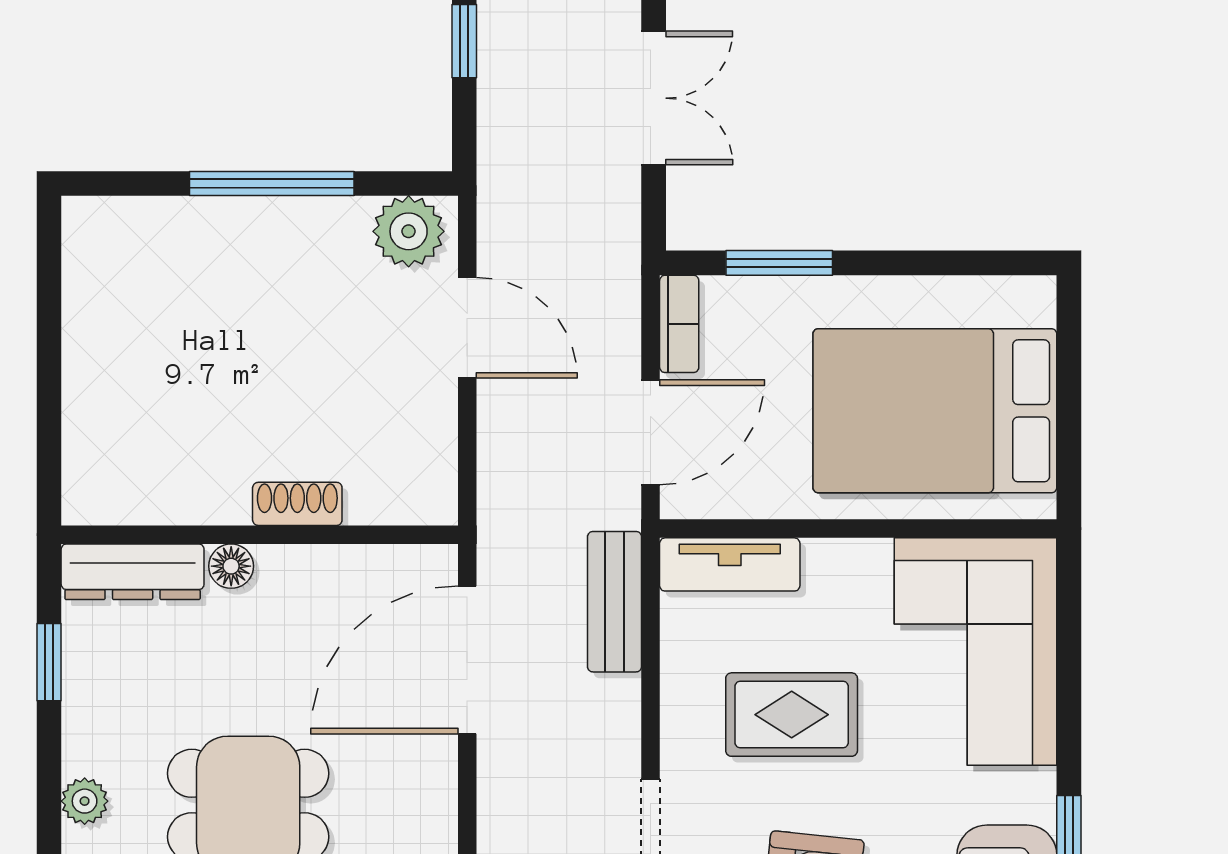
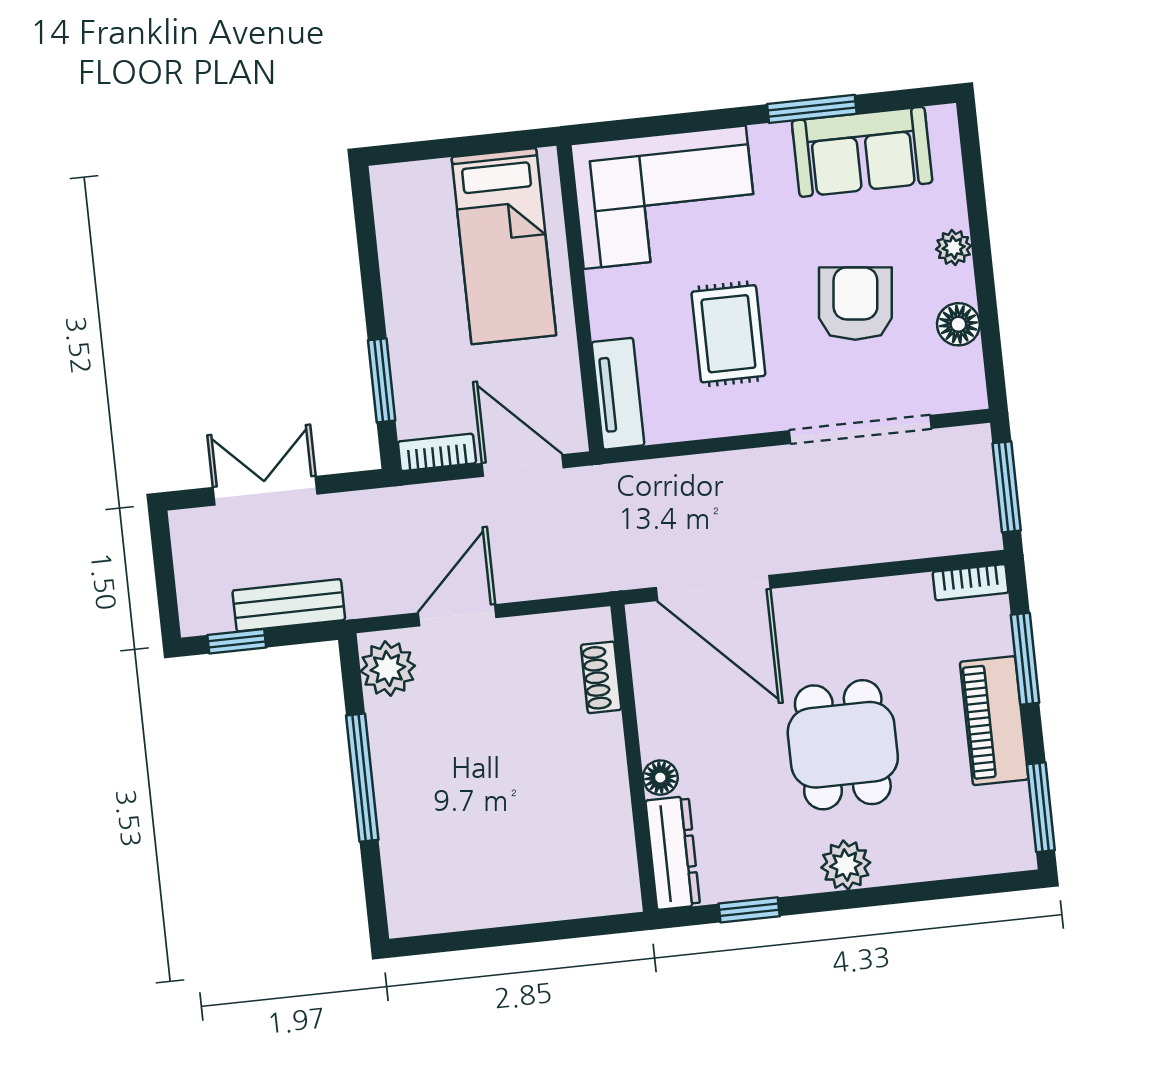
bed: (935, 411) -> (504, 246), width x0.67
shoe rack: (297, 504) -> (601, 677), moved
bench: (615, 602) -> (289, 605), moved
plant: (85, 801) -> (846, 865), width x1.38, depth x1.38

